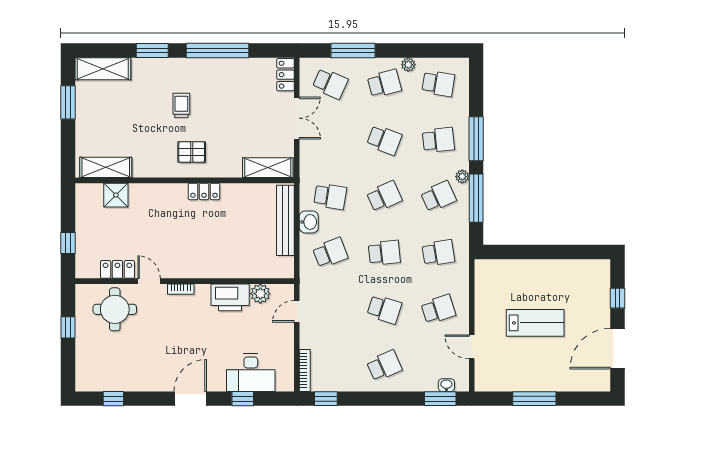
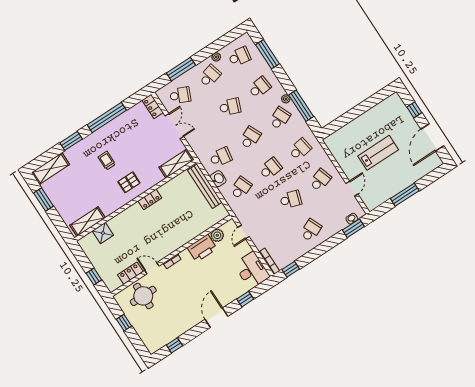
window: (476, 139) -> (267, 54), moved
door: (472, 347) -> (352, 189), swing flipped
desk: (251, 373) -> (252, 270), moved, turned -90

